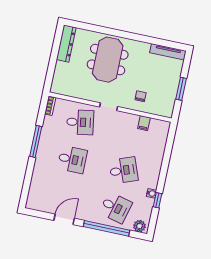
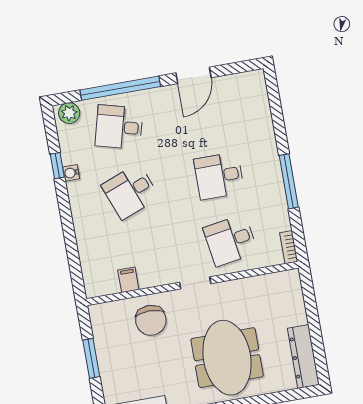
chair: (141, 96) -> (151, 320), width x1.87, depth x1.87

